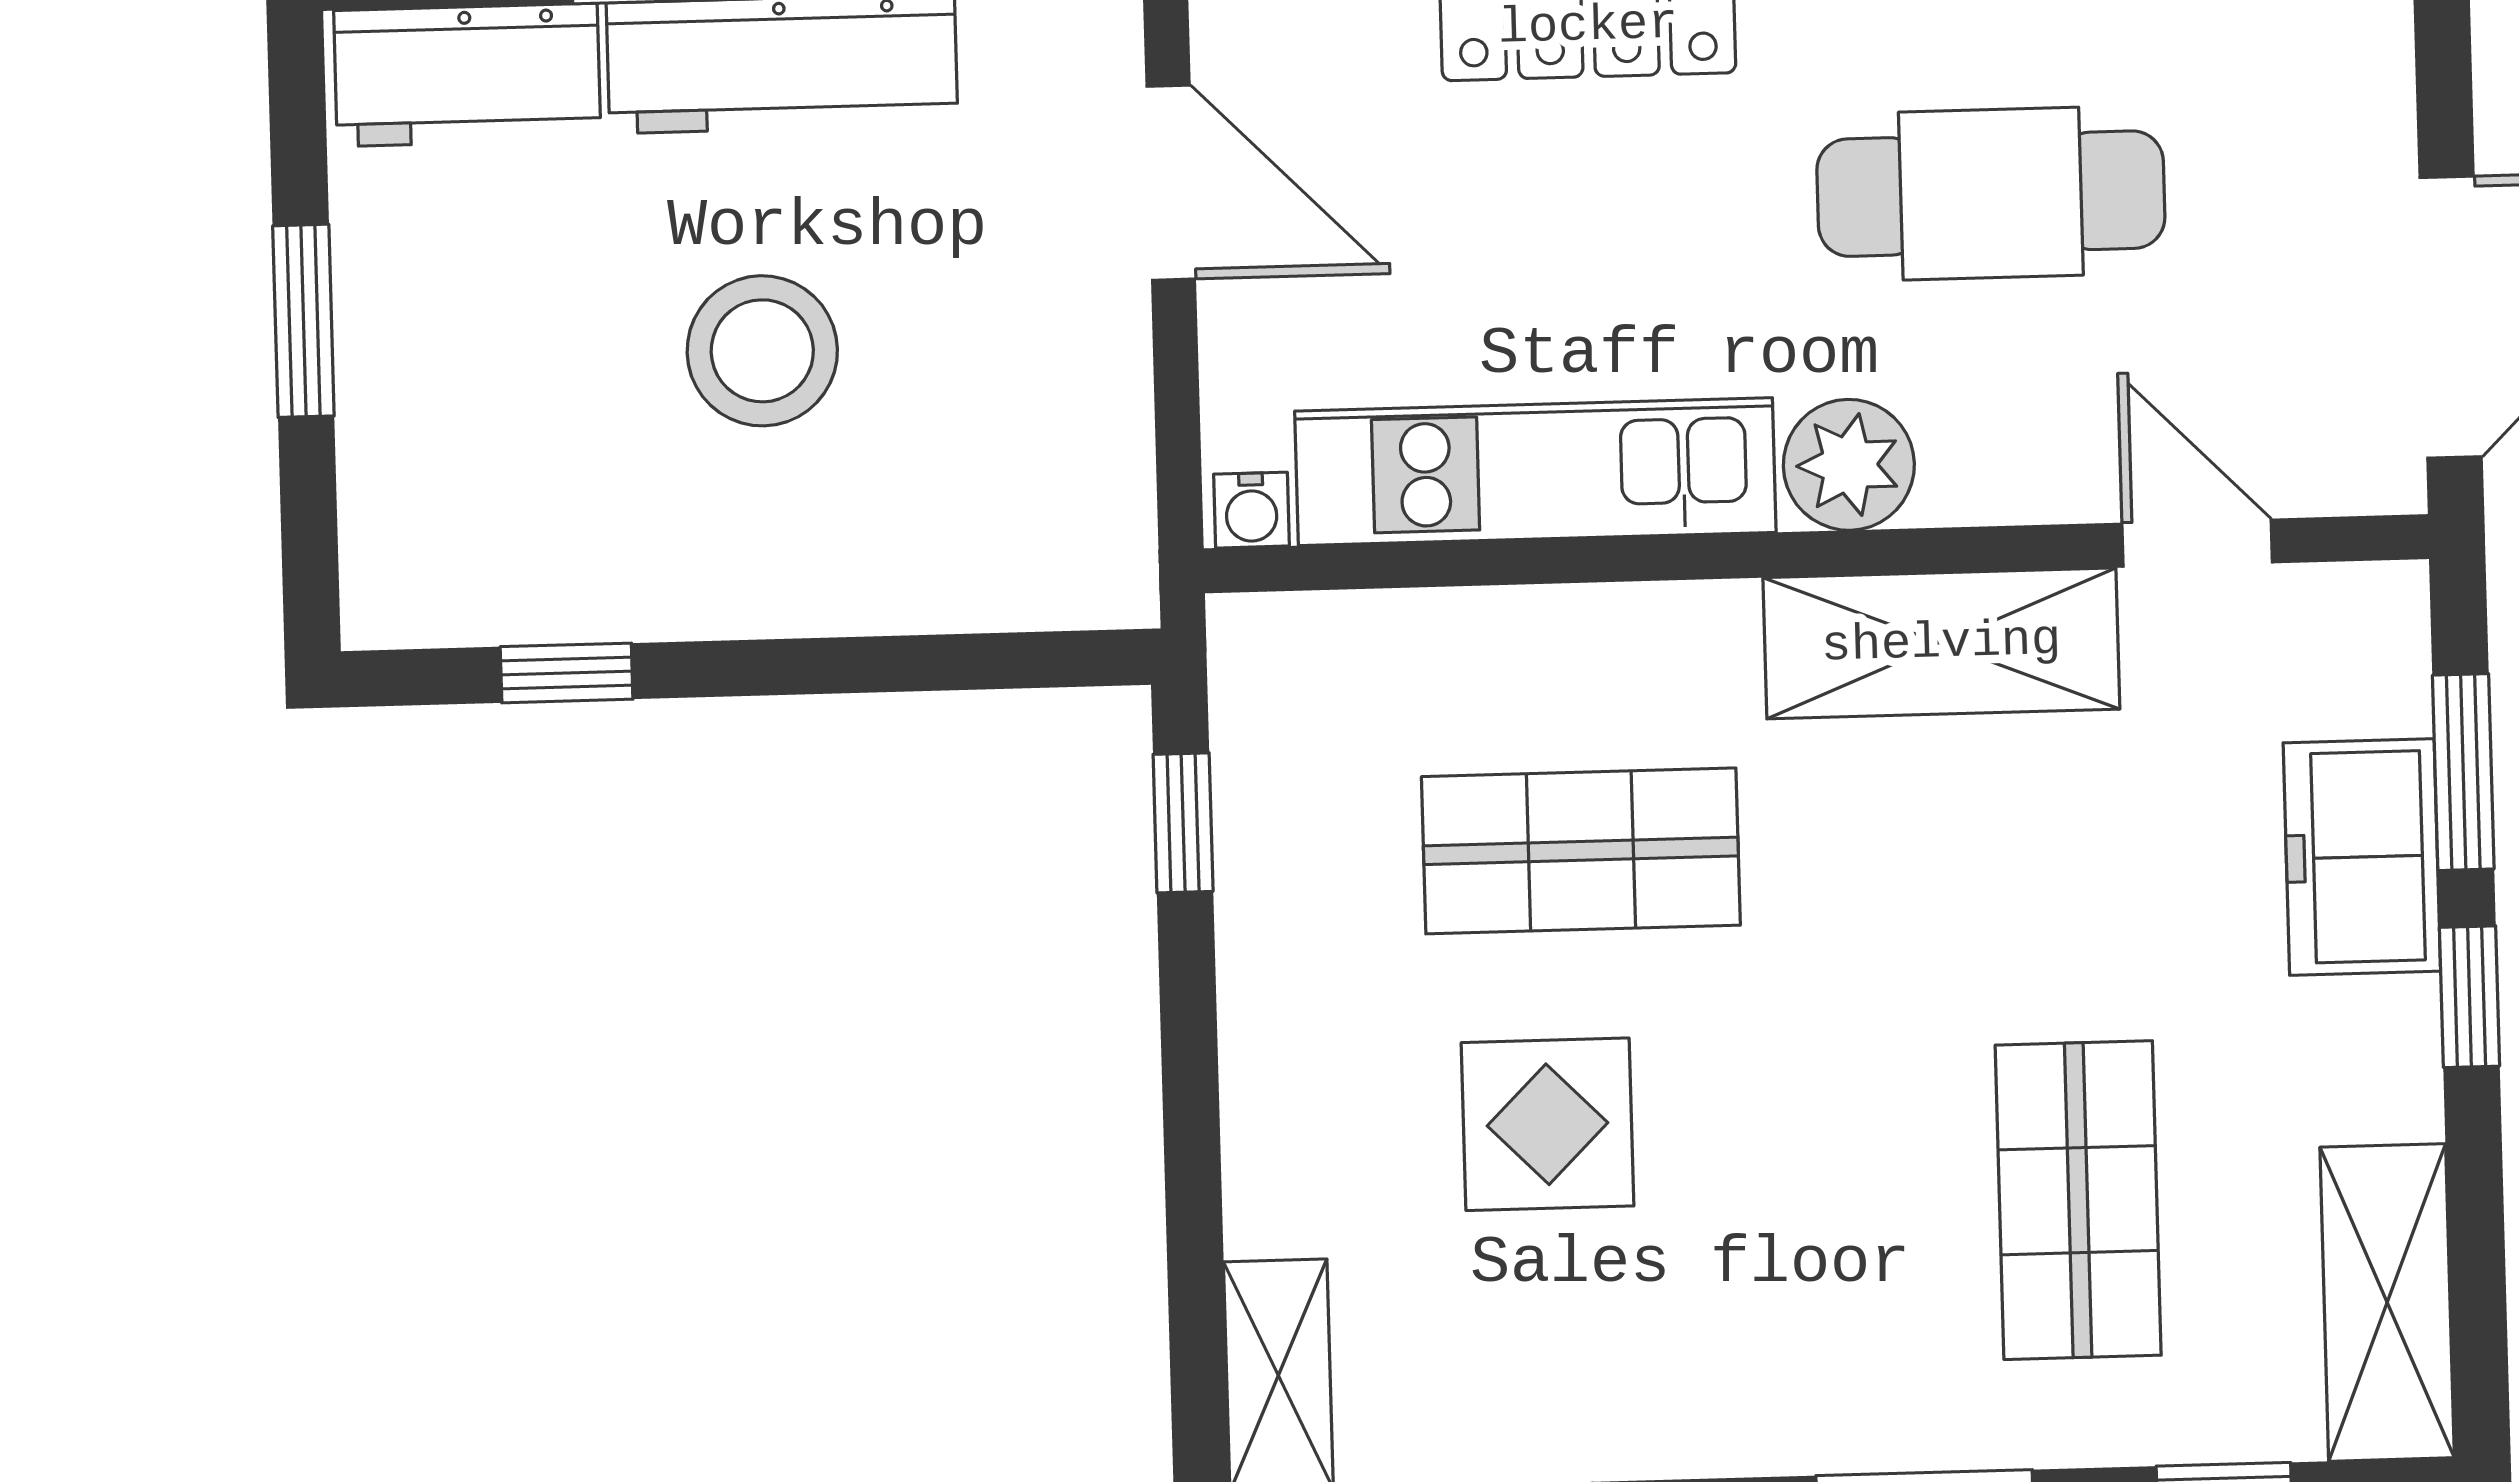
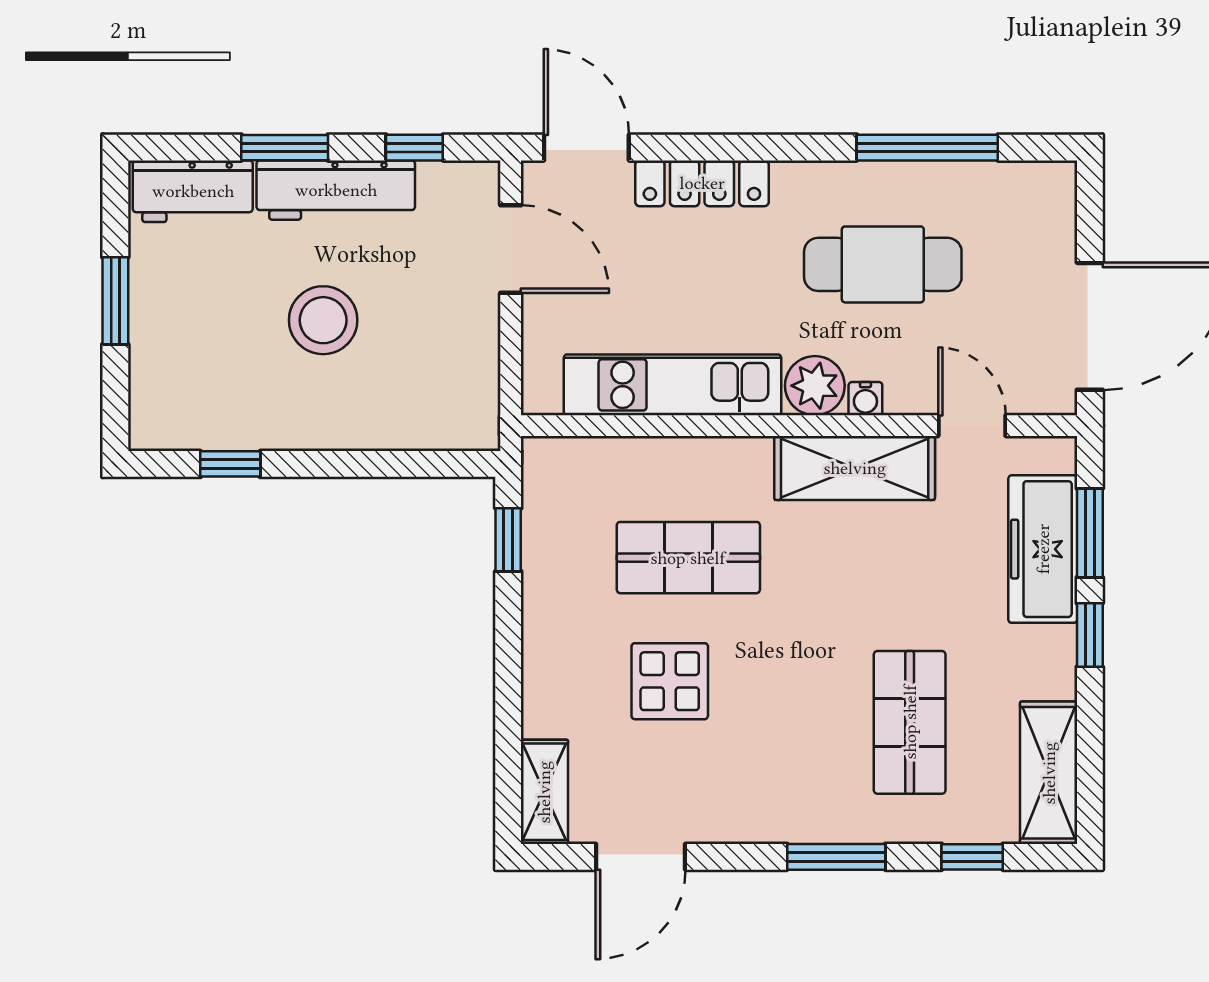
water cooler: (1251, 510) -> (865, 399), moved
freezer: (2362, 857) -> (1043, 549), width x1.40

